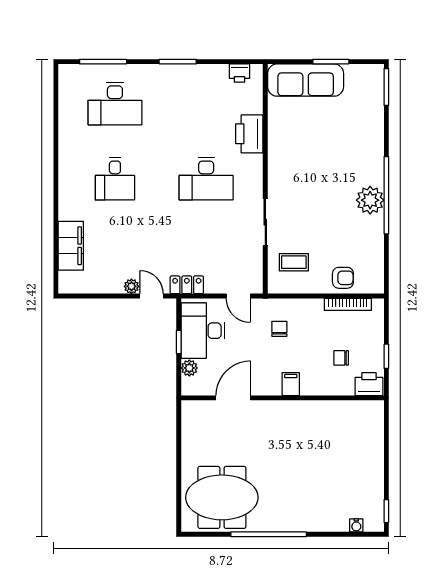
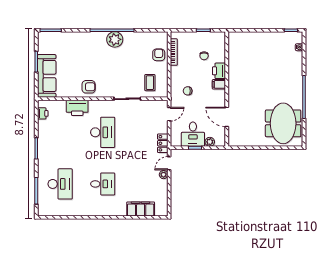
armchair: (286, 154) -> (89, 87), added
desk: (203, 331) -> (193, 134), width x0.73
printer: (369, 384) -> (219, 71), moved

